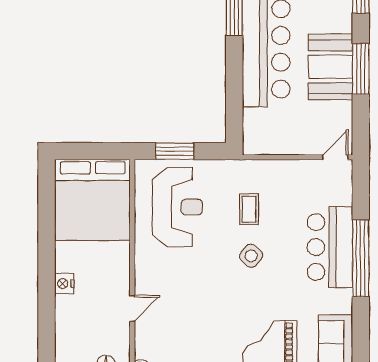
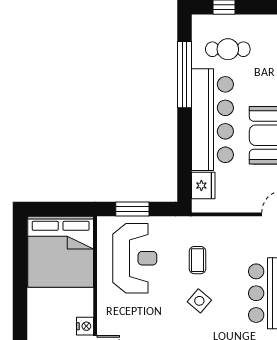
fridge: (256, 124) -> (203, 186), added
nightstand: (64, 284) -> (85, 326), moved, turned 180

